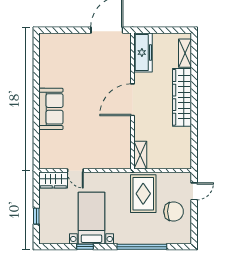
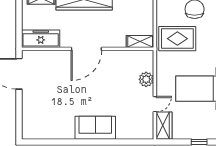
door: (133, 100) -> (86, 49), hinge flipped
plant: (101, 162) -> (146, 79), added

